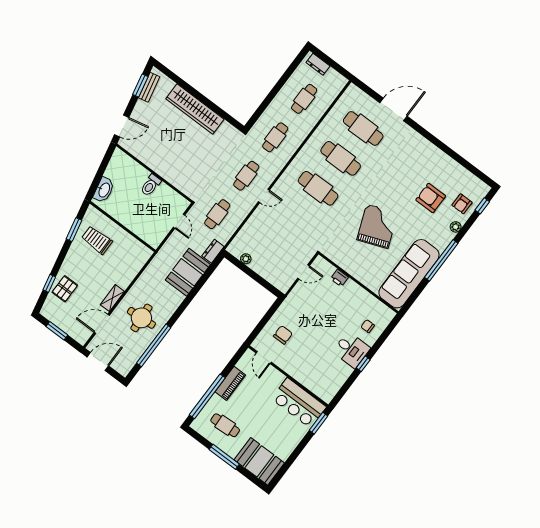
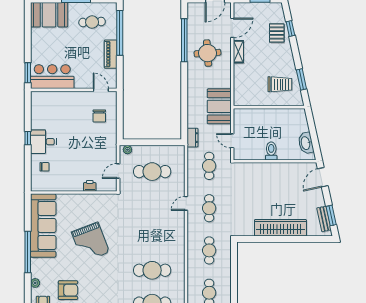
cafe table: (318, 188) -> (152, 172), moved
washbasin: (104, 190) -> (306, 143), moved
plant: (246, 259) -> (127, 150), moved
booth: (188, 272) -> (219, 106), moved

